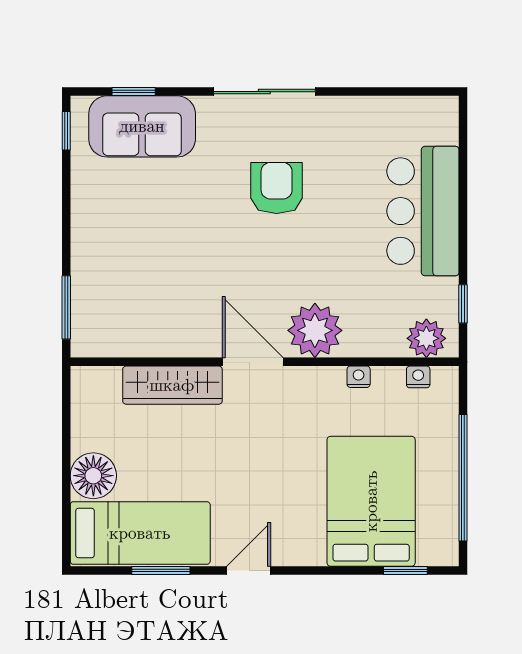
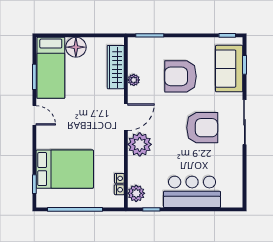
armchair: (277, 188) -> (202, 128), width x1.36, depth x1.36
armchair: (160, 237) -> (181, 76), added
plant: (168, 344) -> (134, 80), added
nightstand: (359, 377) -> (119, 178), moved
wardrobe: (172, 385) -> (116, 67), moved

